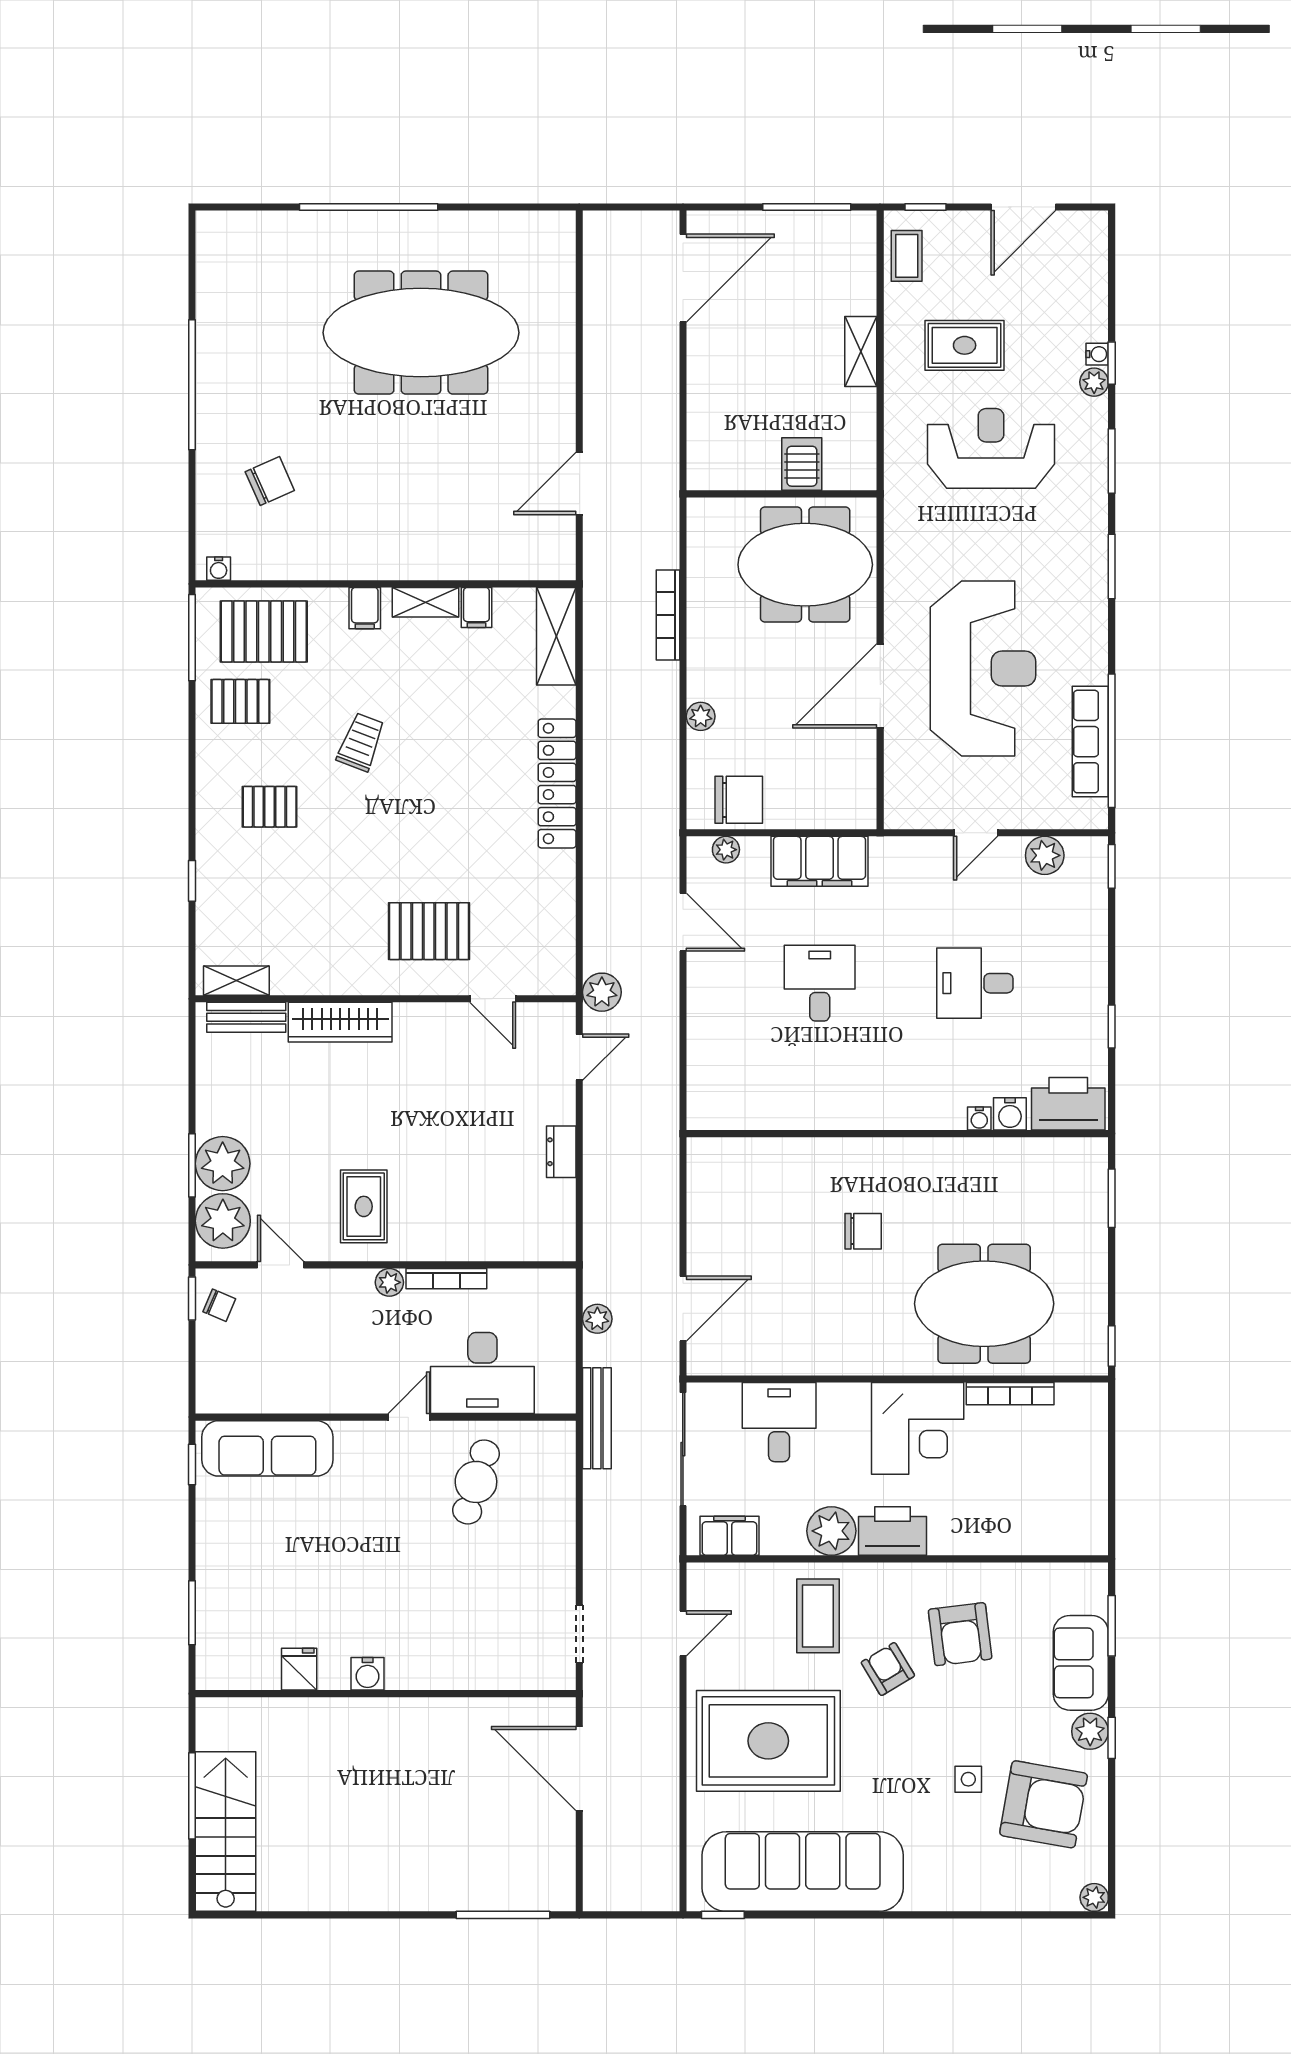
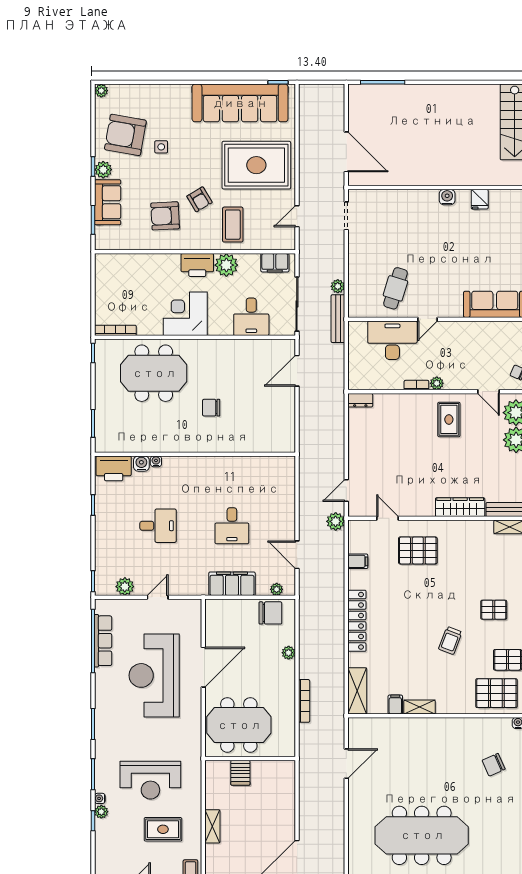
water cooler: (1097, 354) -> (100, 798), moved
filing cabinet: (365, 608) -> (358, 561), moved, turned 90
chair: (739, 800) -> (270, 613), turned 180
dresser: (561, 1152) -> (360, 400), moved, turned 90
bookcase: (446, 1279) -> (416, 385), width x0.64
plant: (597, 1319) -> (338, 286), moved
bookcase: (1010, 1394) -> (115, 330), moved
armchair: (960, 1634) -> (165, 216), turned -86

